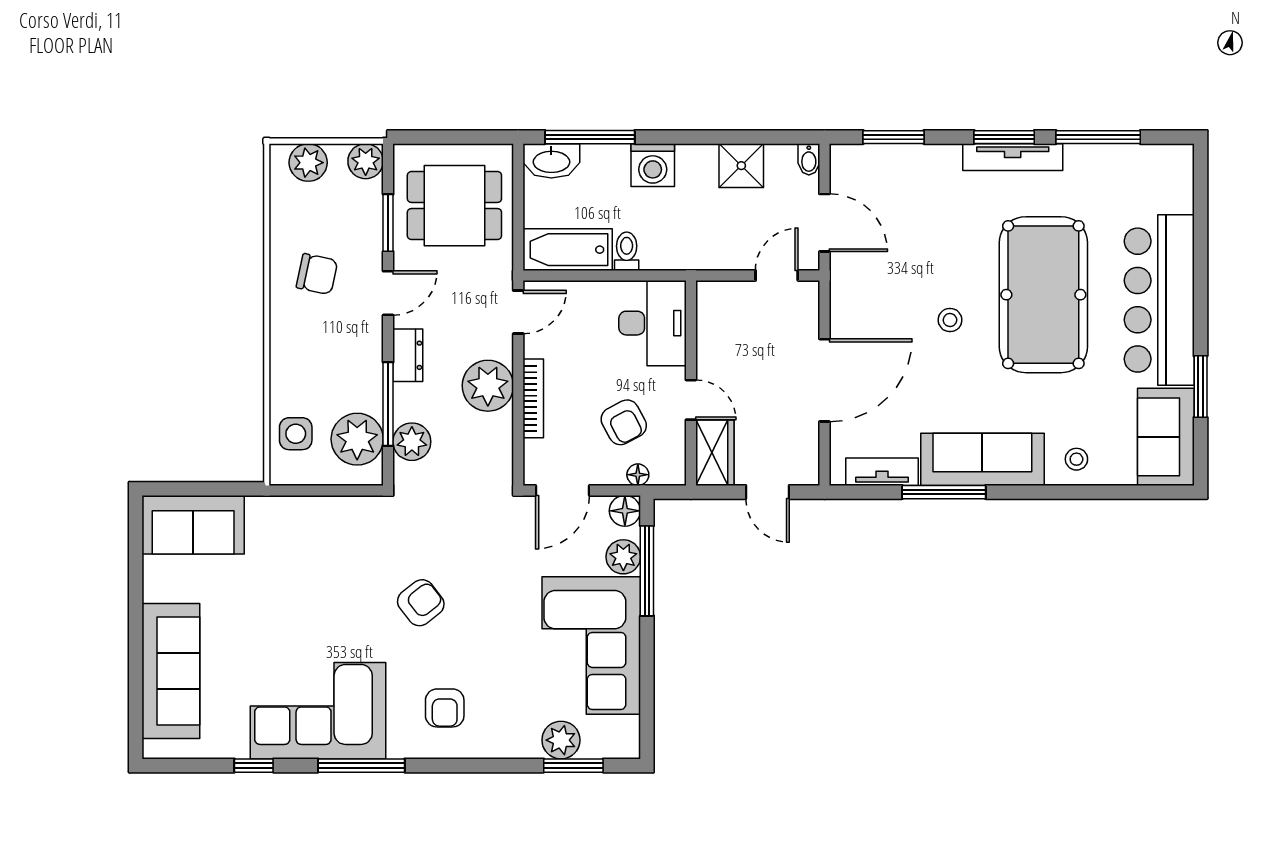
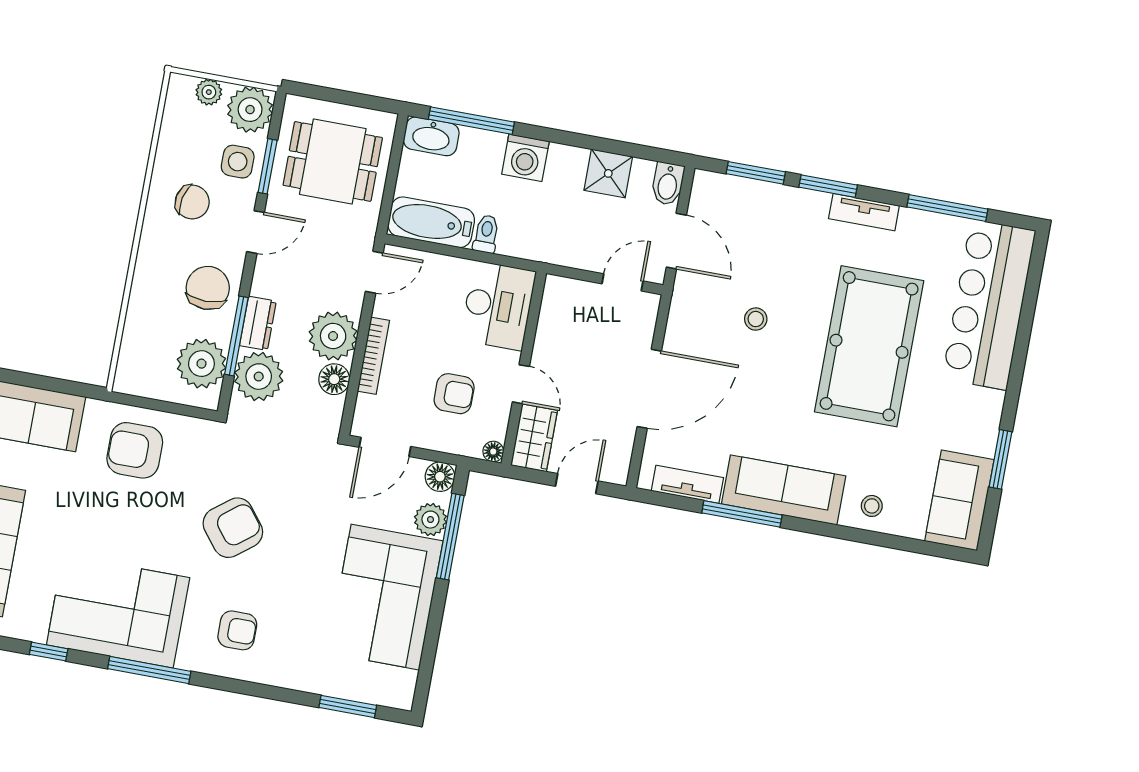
window: (1004, 137) -> (828, 186), moved
tv unit: (1013, 157) -> (864, 212), width x0.71
bidet: (809, 159) -> (668, 184), width x1.38, depth x1.36
plant: (366, 161) -> (250, 110), width x1.36, depth x1.36
plant: (308, 163) -> (209, 92), width x0.73, depth x0.73
bar counter: (1159, 300) -> (989, 305), moved
stool: (950, 320) -> (756, 319), moved
dresser: (408, 355) -> (258, 323), moved
chair: (349, 360) -> (208, 288), added
armchair: (624, 422) -> (454, 394), turned -62
floor lamp: (497, 430) -> (334, 379), added
side table: (296, 434) -> (238, 162), moved
plant: (412, 442) -> (259, 377), width x1.36, depth x1.36
floor lamp: (638, 475) -> (493, 452), moved
door: (768, 492) -> (577, 484), swing flipped
armchair: (305, 541) -> (135, 450), added
armchair: (421, 603) -> (233, 528), width x1.38, depth x1.38
armchair: (445, 708) -> (237, 630), turned -90
plant: (561, 740) -> (341, 681), removed

